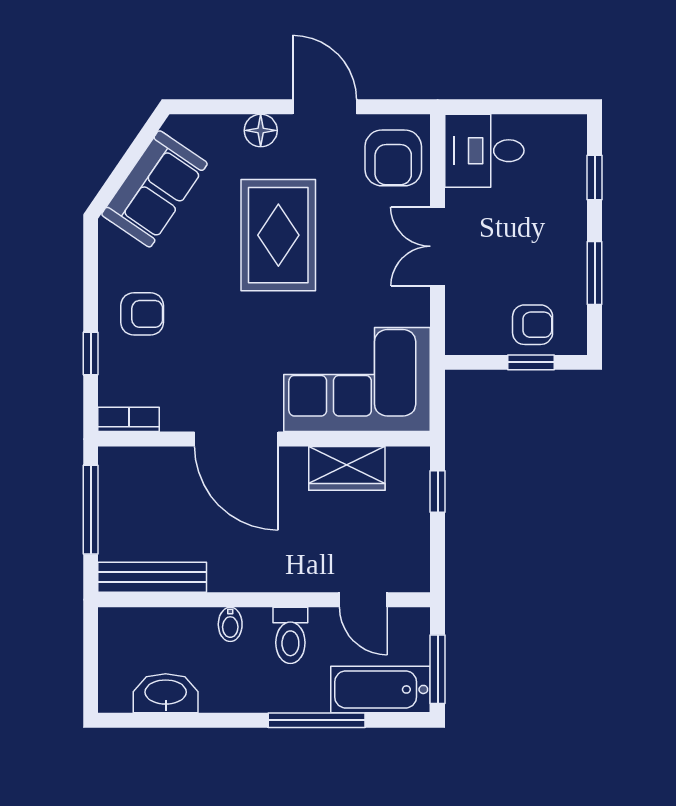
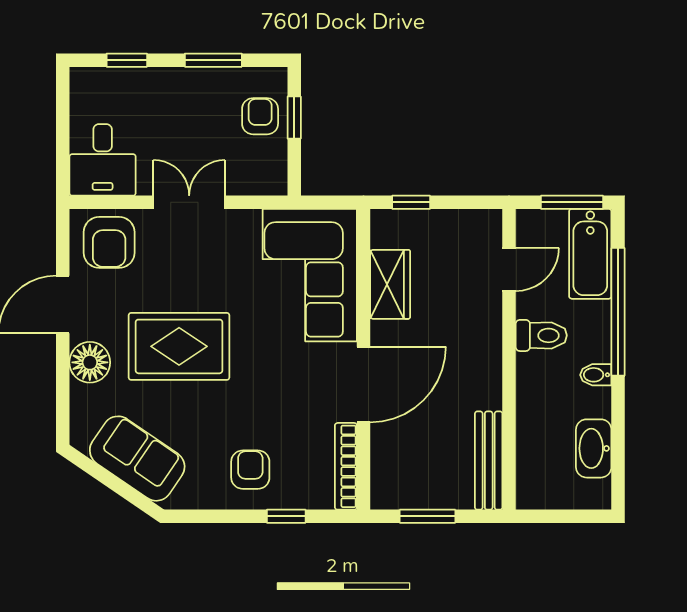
floor lamp: (261, 130) -> (90, 362), width x1.38, depth x1.38
armchair: (393, 158) -> (109, 242), turned 90
double door: (438, 246) -> (189, 202), swing flipped
bookcase: (129, 419) -> (346, 466), width x1.56
window: (91, 510) -> (427, 516), width x0.69
bidet: (230, 624) -> (596, 375), moved, turned 180
window: (317, 720) -> (618, 312), width x1.46

